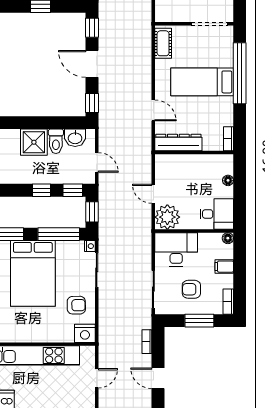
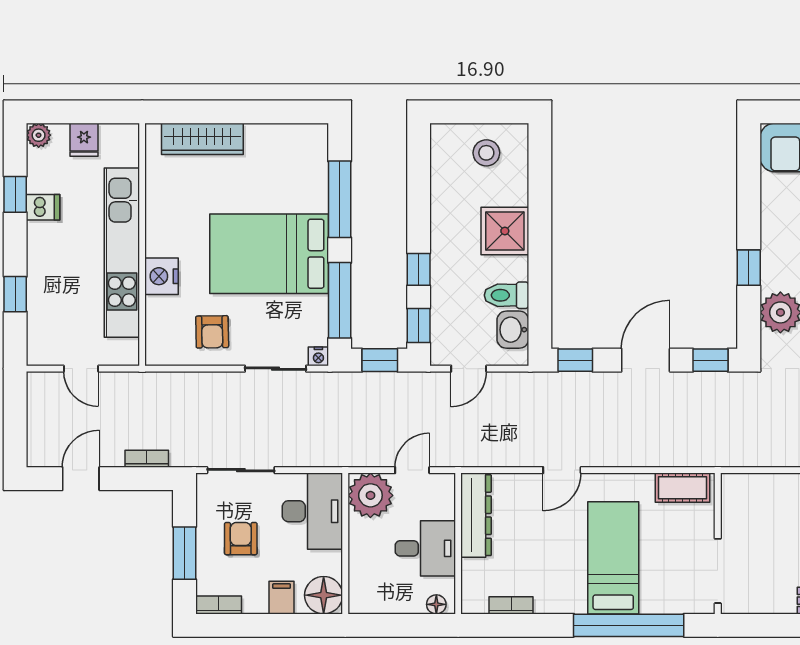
shower: (34, 142) -> (505, 231), moved
dresser: (178, 143) -> (476, 515), moved
wall: (194, 153) -> (458, 544), moved
desk: (217, 214) -> (425, 548), moved, turned -90
floor lamp: (228, 238) -> (324, 595), width x1.89, depth x1.89
nightstand: (85, 333) -> (161, 276), moved

